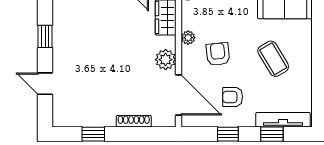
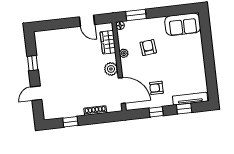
armchair: (218, 54) -> (148, 48), moved
coffee table: (273, 59) -> (179, 61), removed
door: (45, 84) -> (36, 93), hinge flipped

